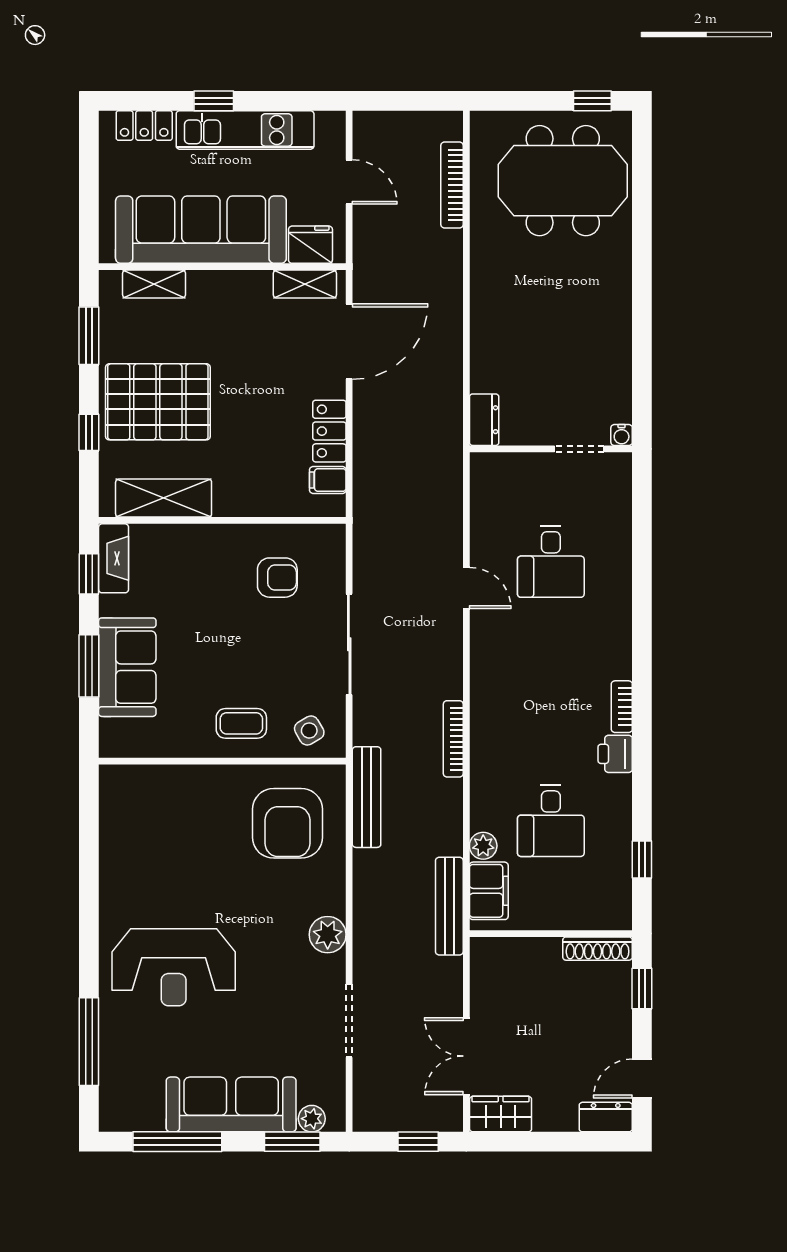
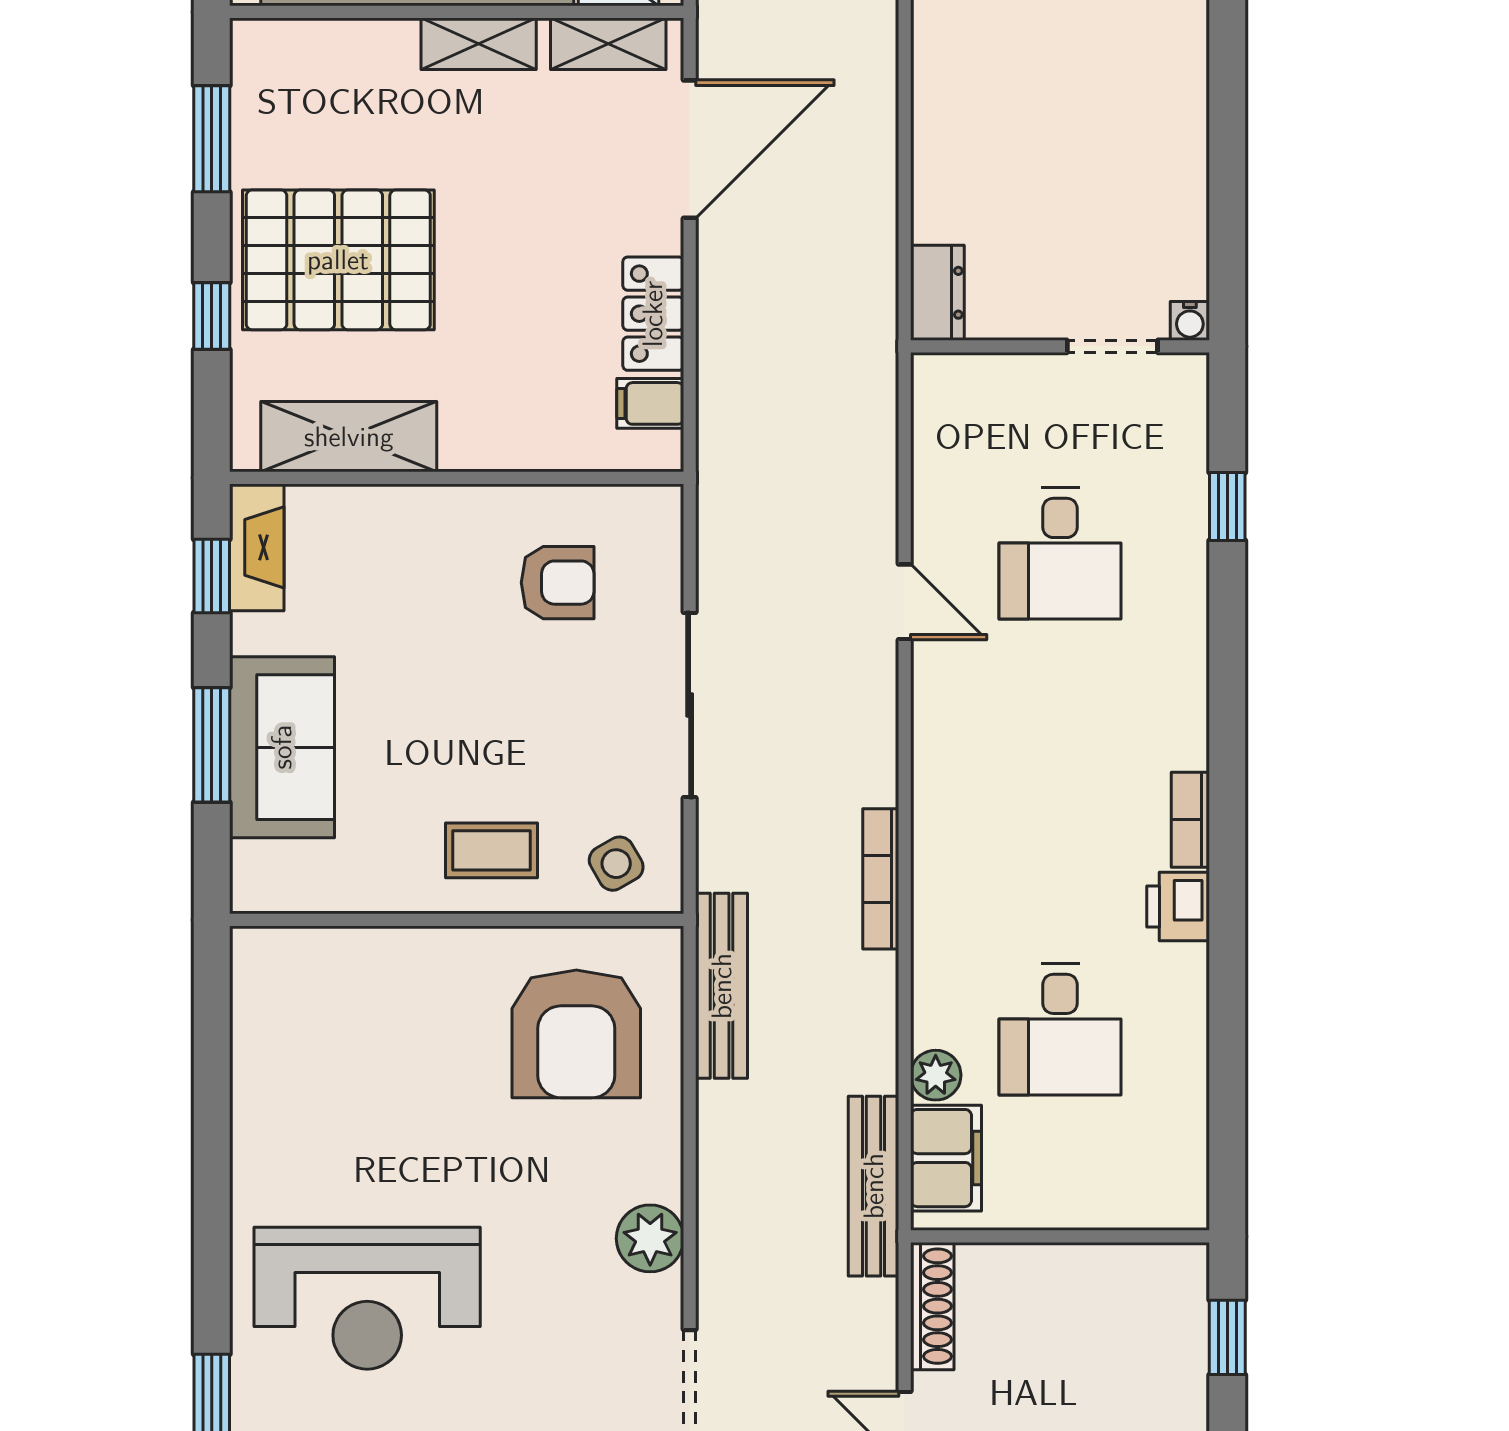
shelving: (154, 284) -> (479, 44), moved
window: (642, 860) -> (1227, 507), moved
shoe rack: (598, 949) -> (932, 1306), moved, turned -90

